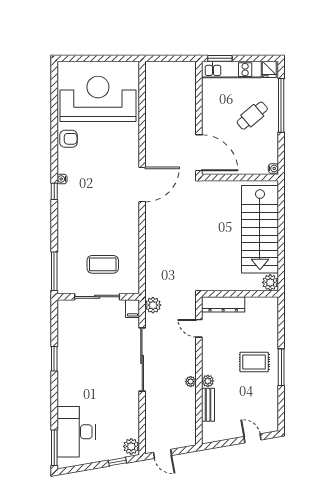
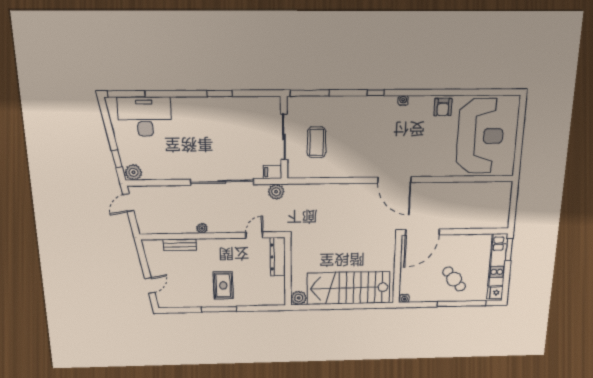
window: (54, 191) -> (376, 93), moved
plant: (208, 381) -> (203, 244), removed

